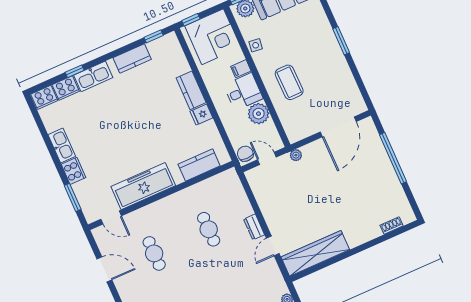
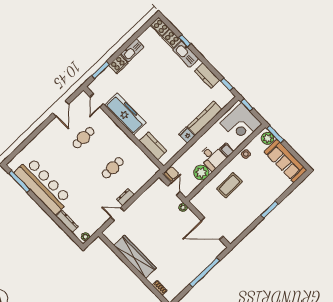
kitchen counter: (191, 90) -> (205, 118), width x1.50
wardrobe: (315, 253) -> (135, 257), moved

